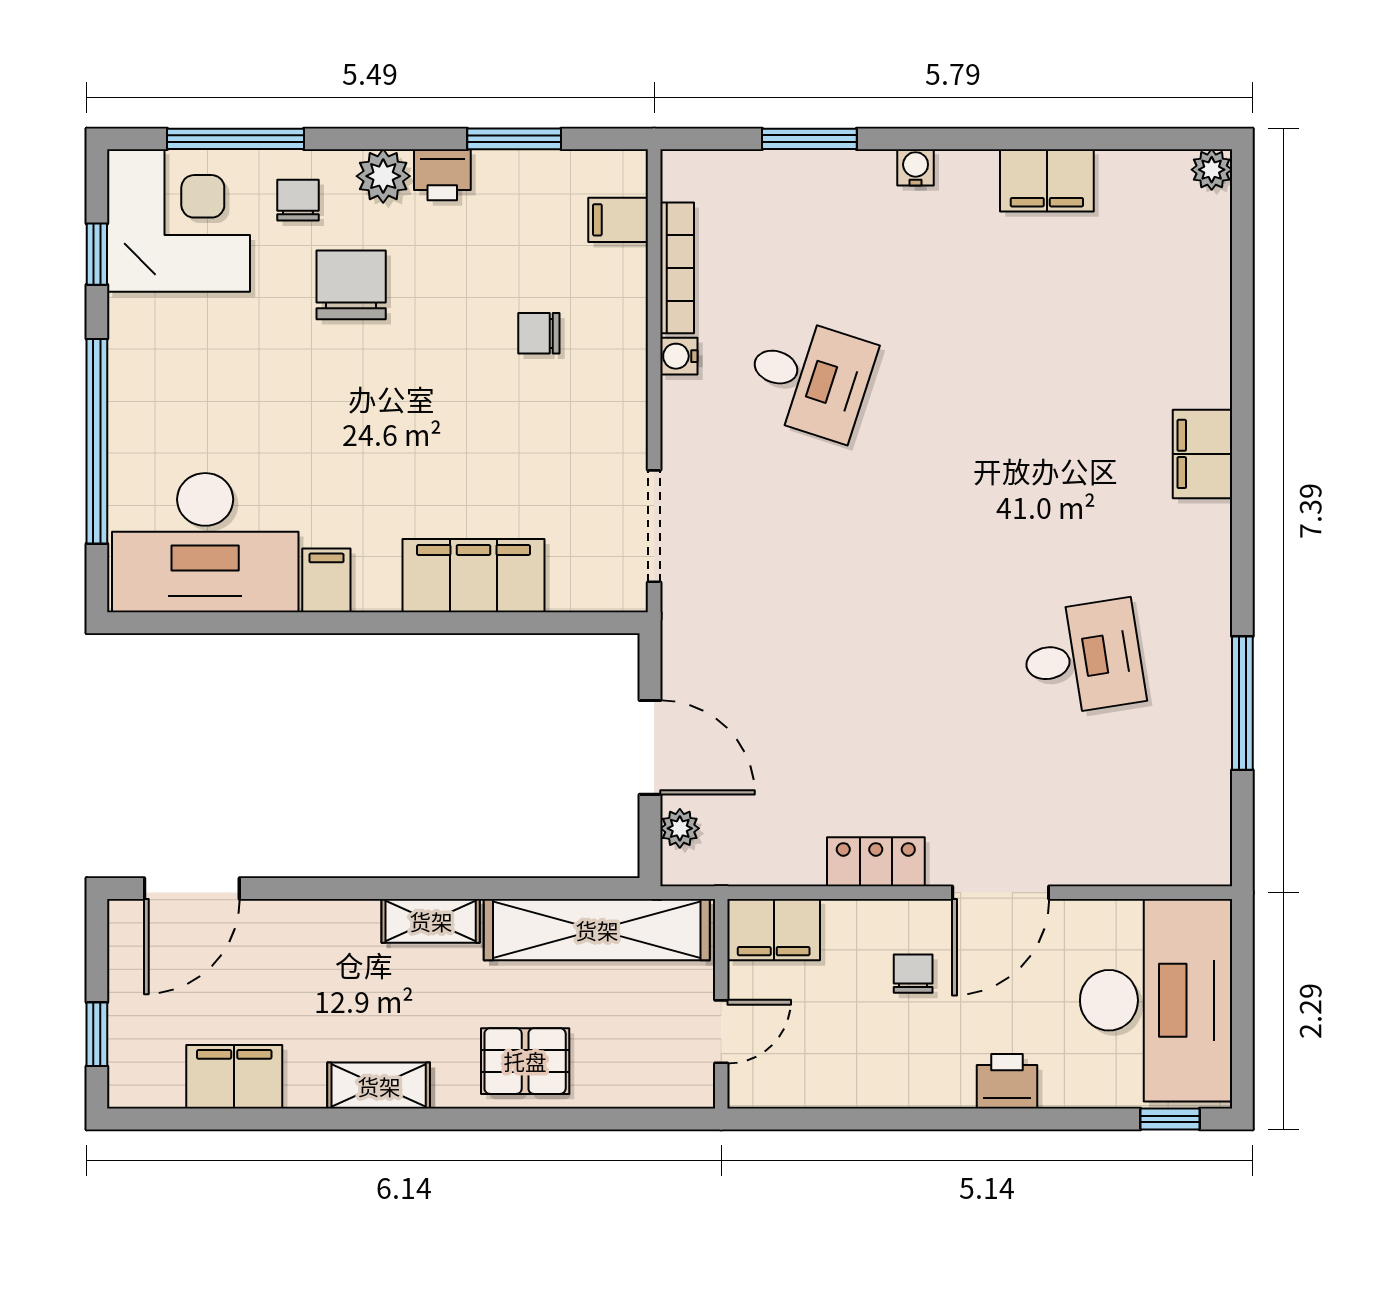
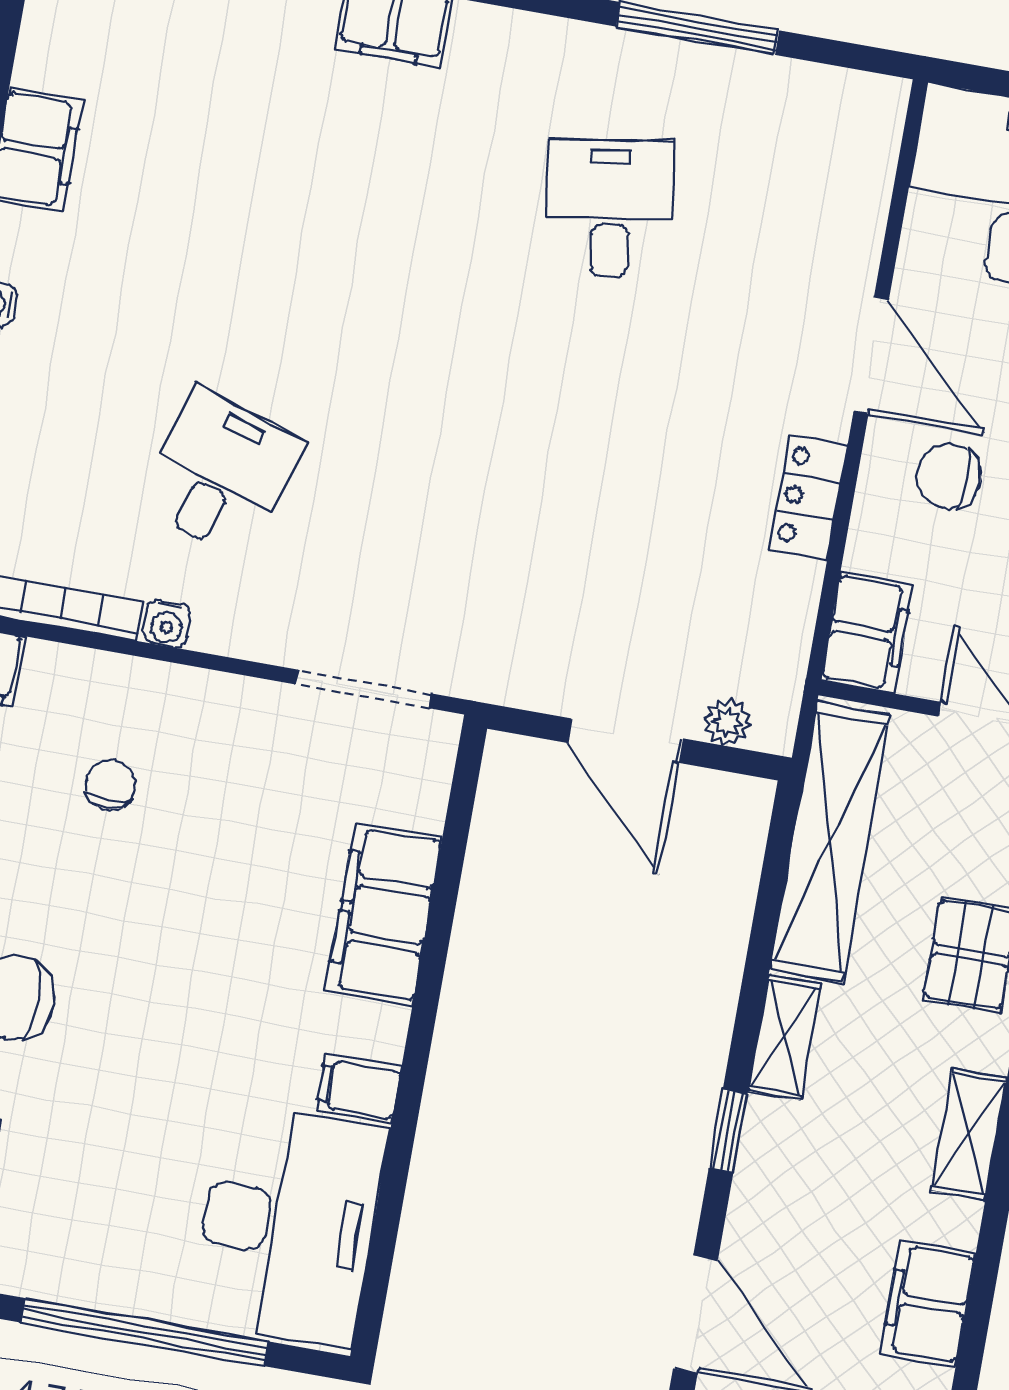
chair: (539, 333) -> (110, 785), turned 180
door: (650, 747) -> (625, 741), swing flipped
window: (346, 888) -> (728, 1131), added
chair: (913, 974) -> (949, 476), width x1.37, depth x1.37

